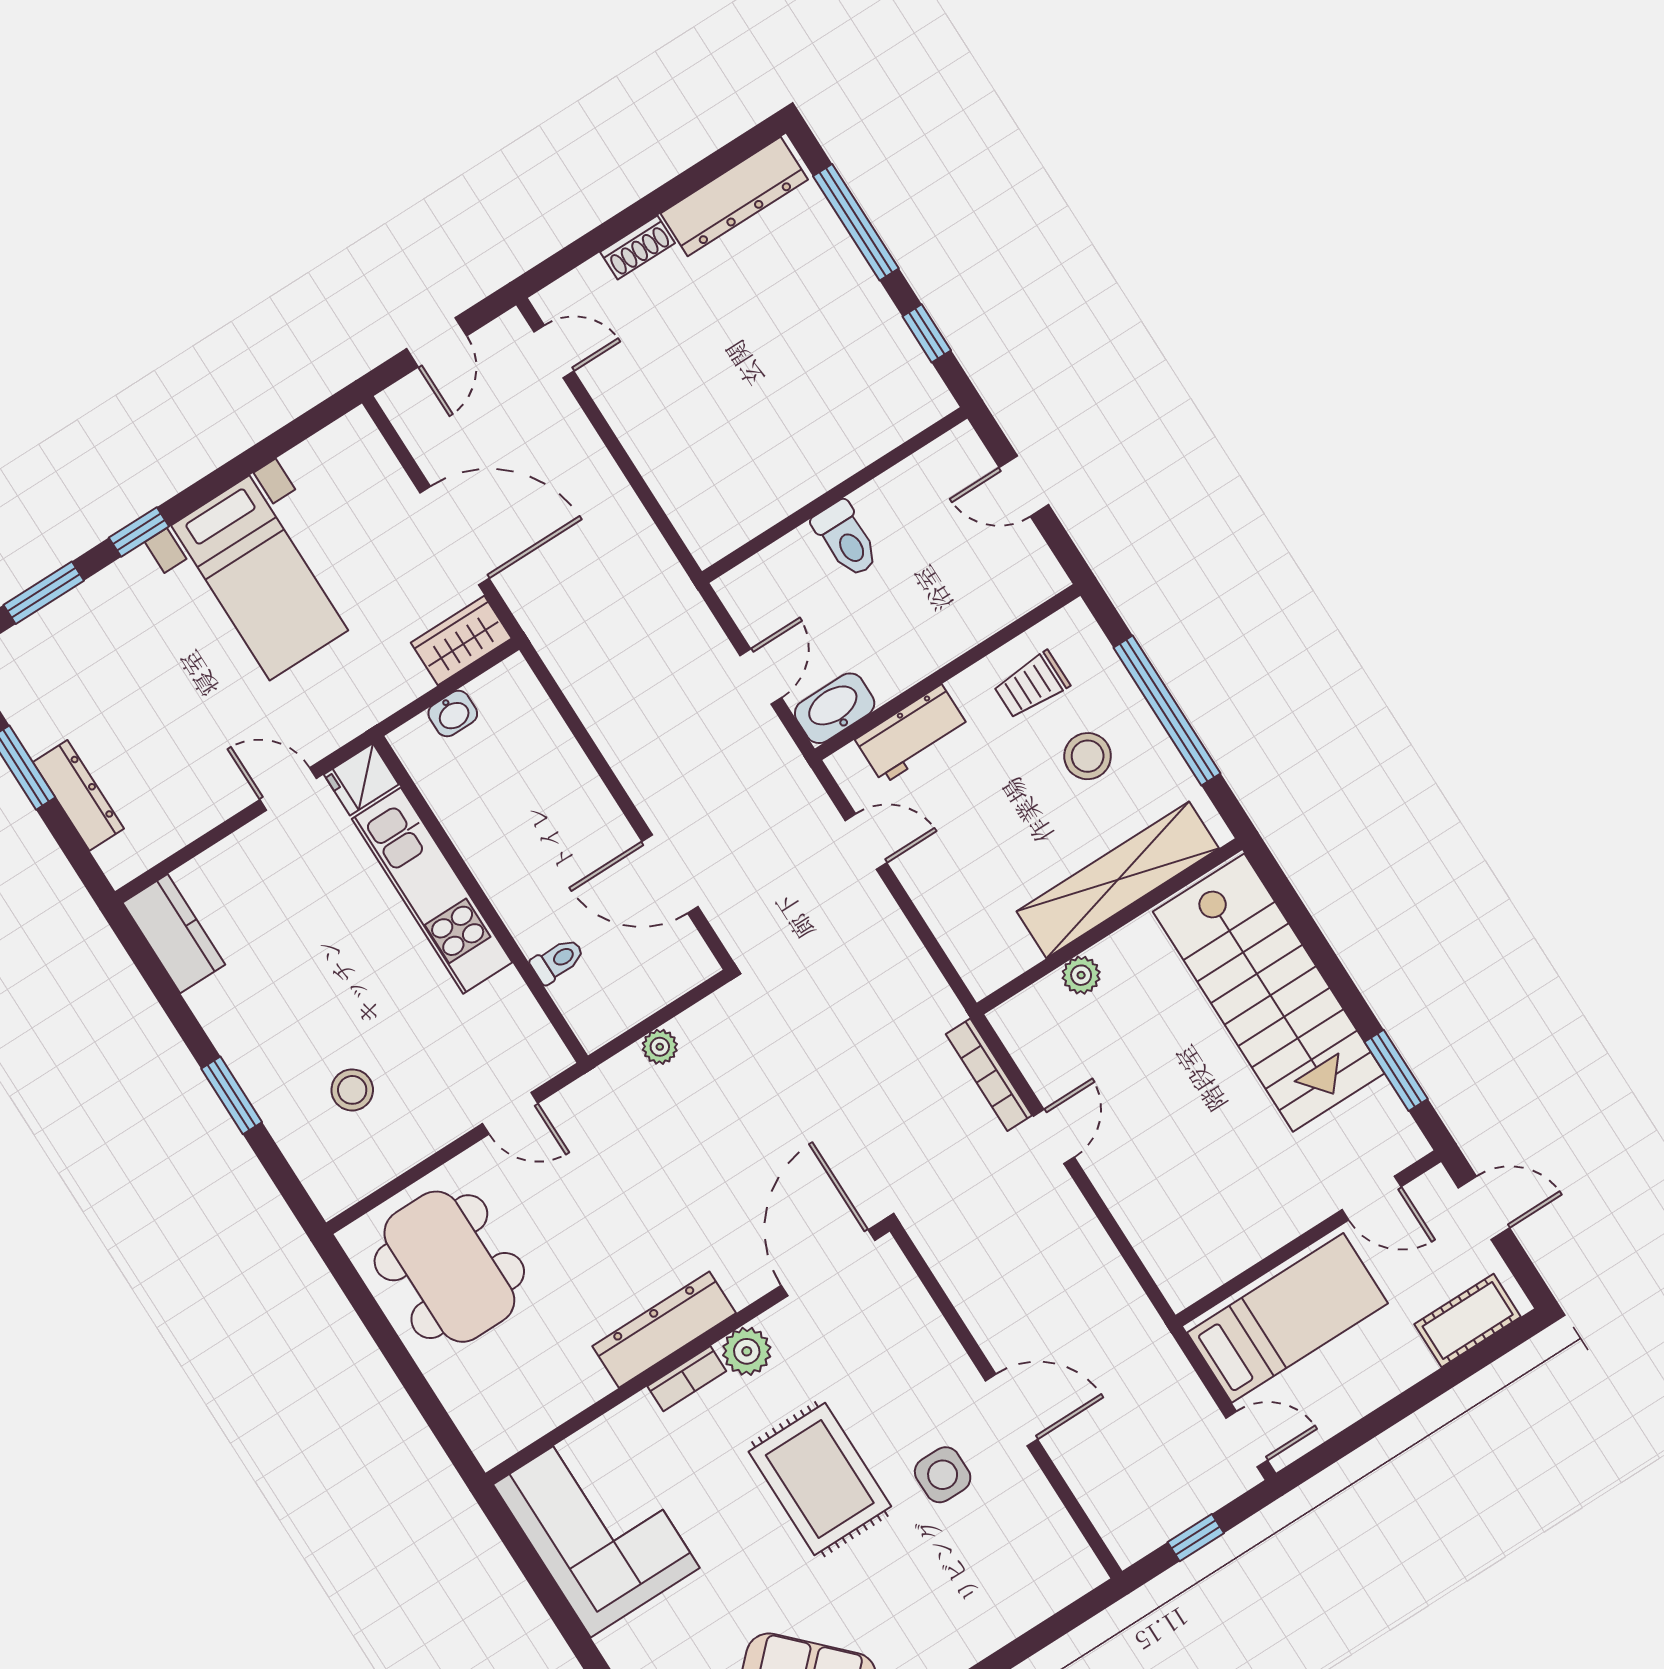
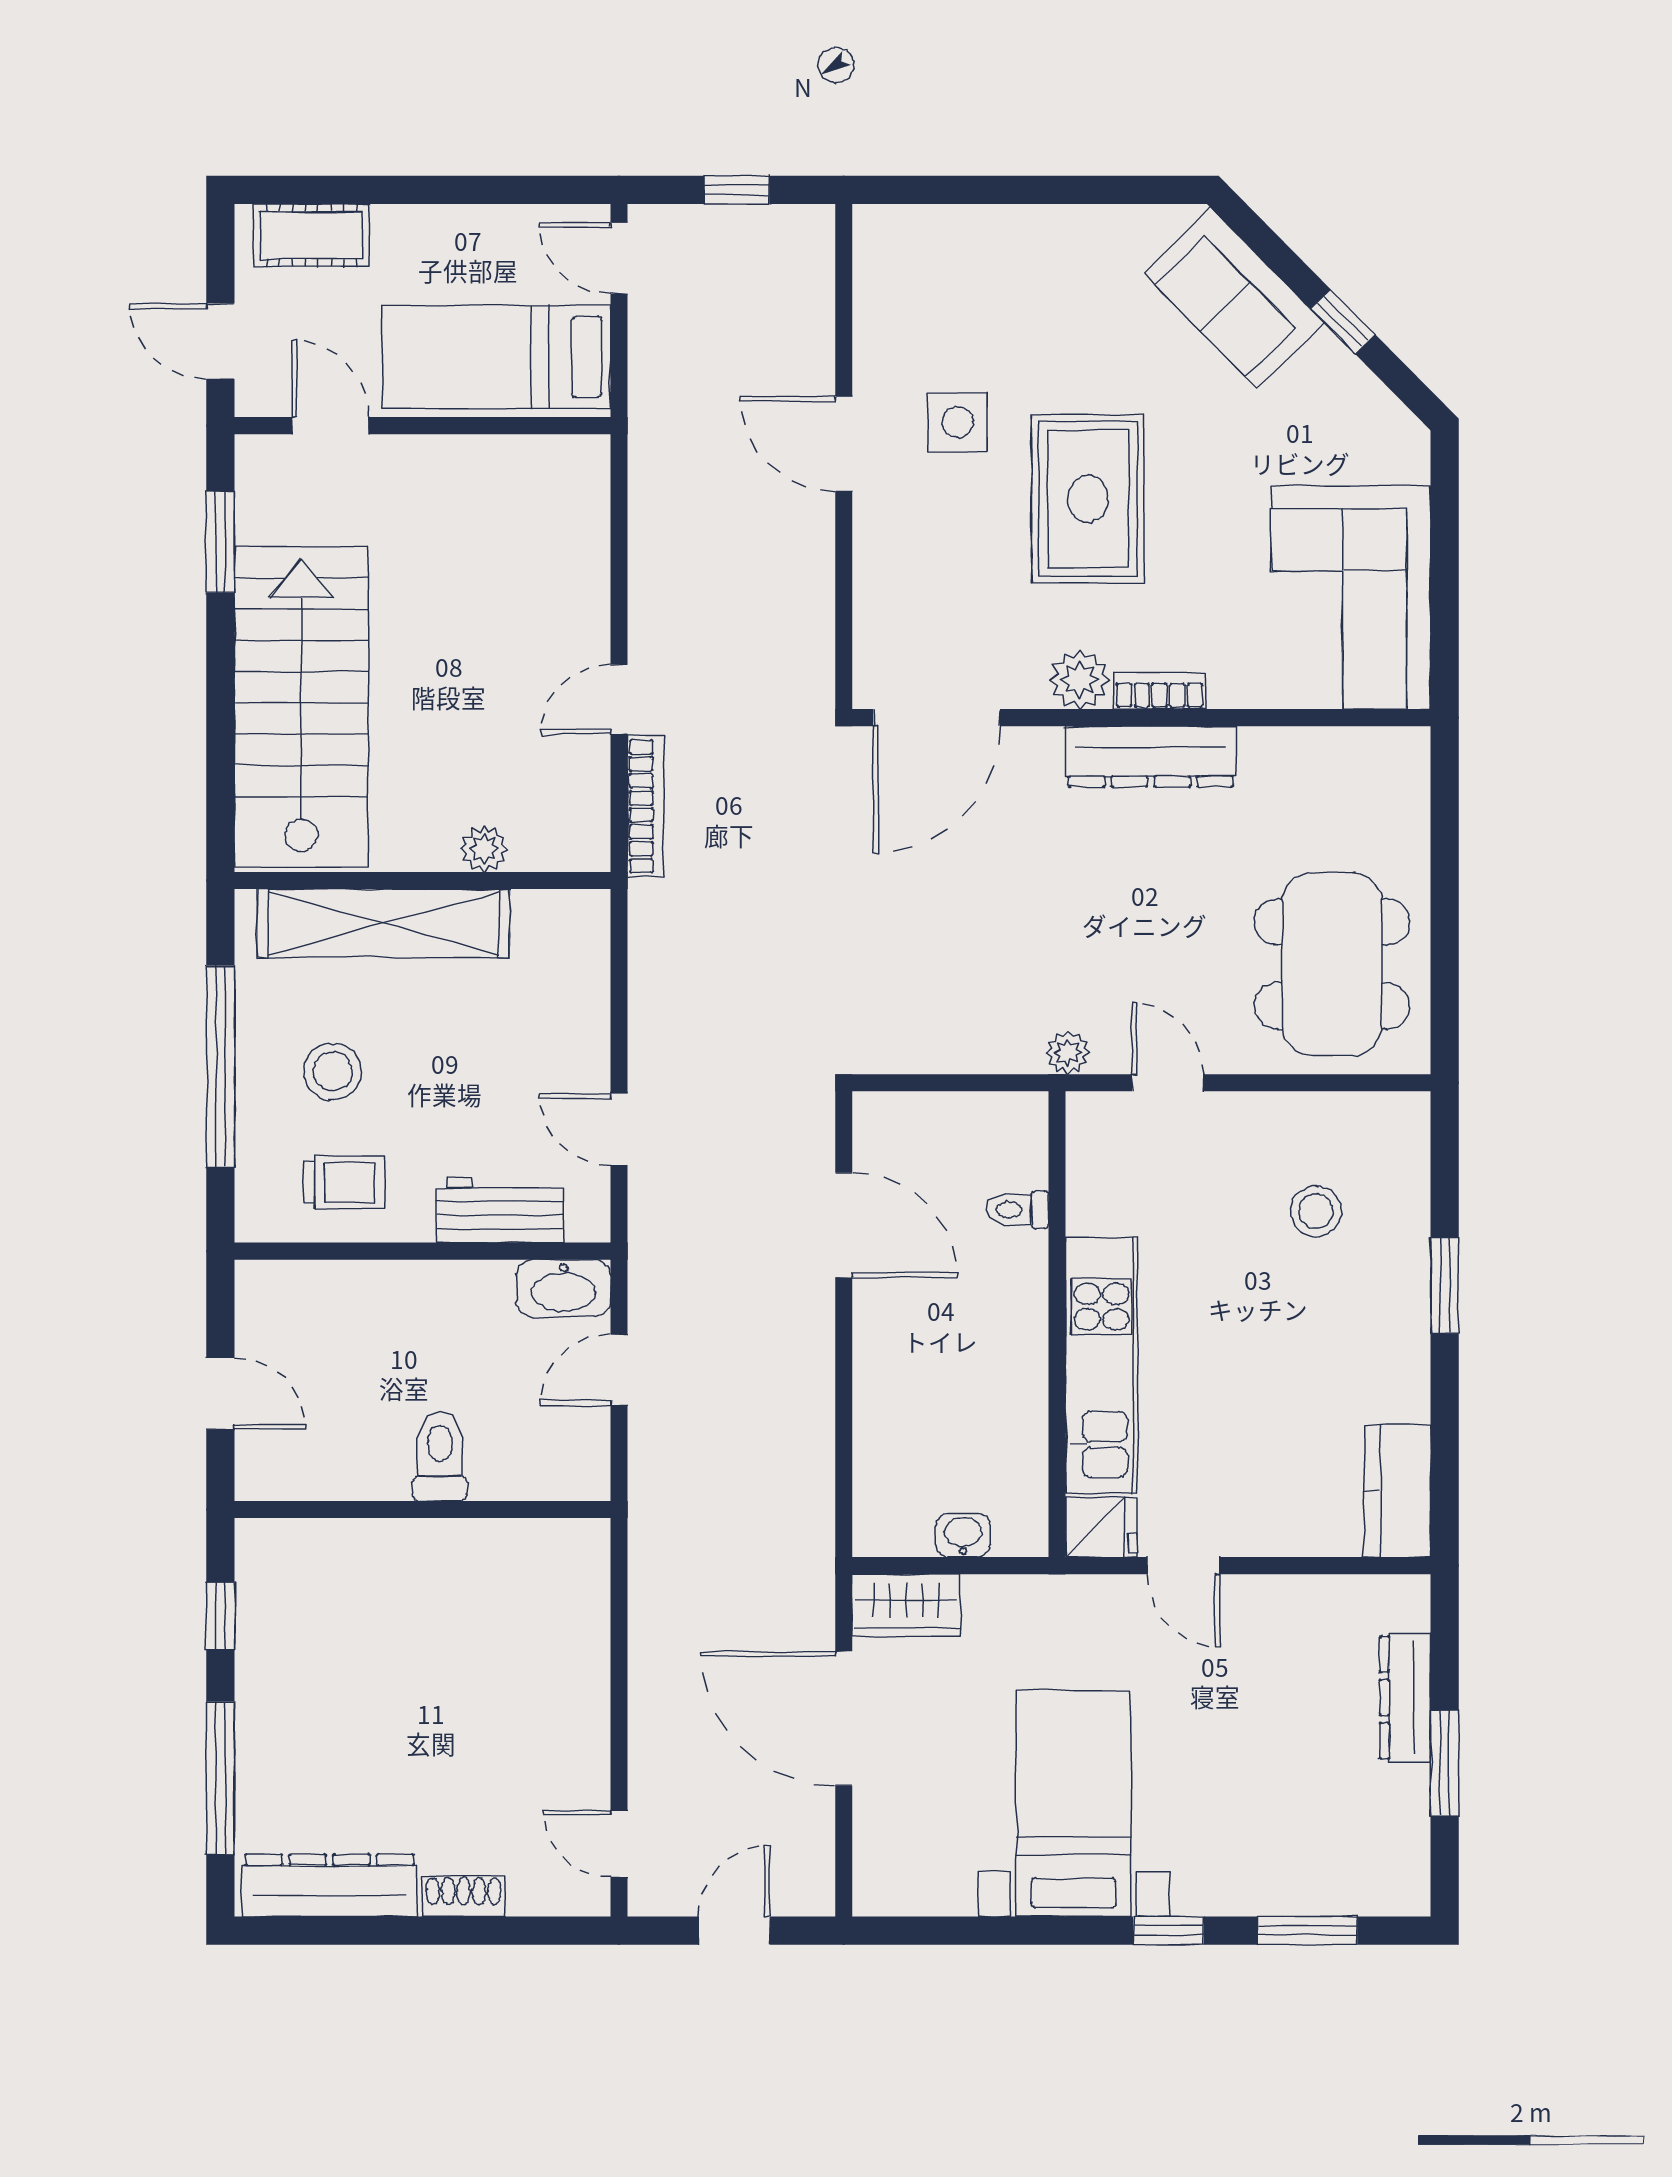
plant: (660, 1047) -> (1068, 1053), moved

